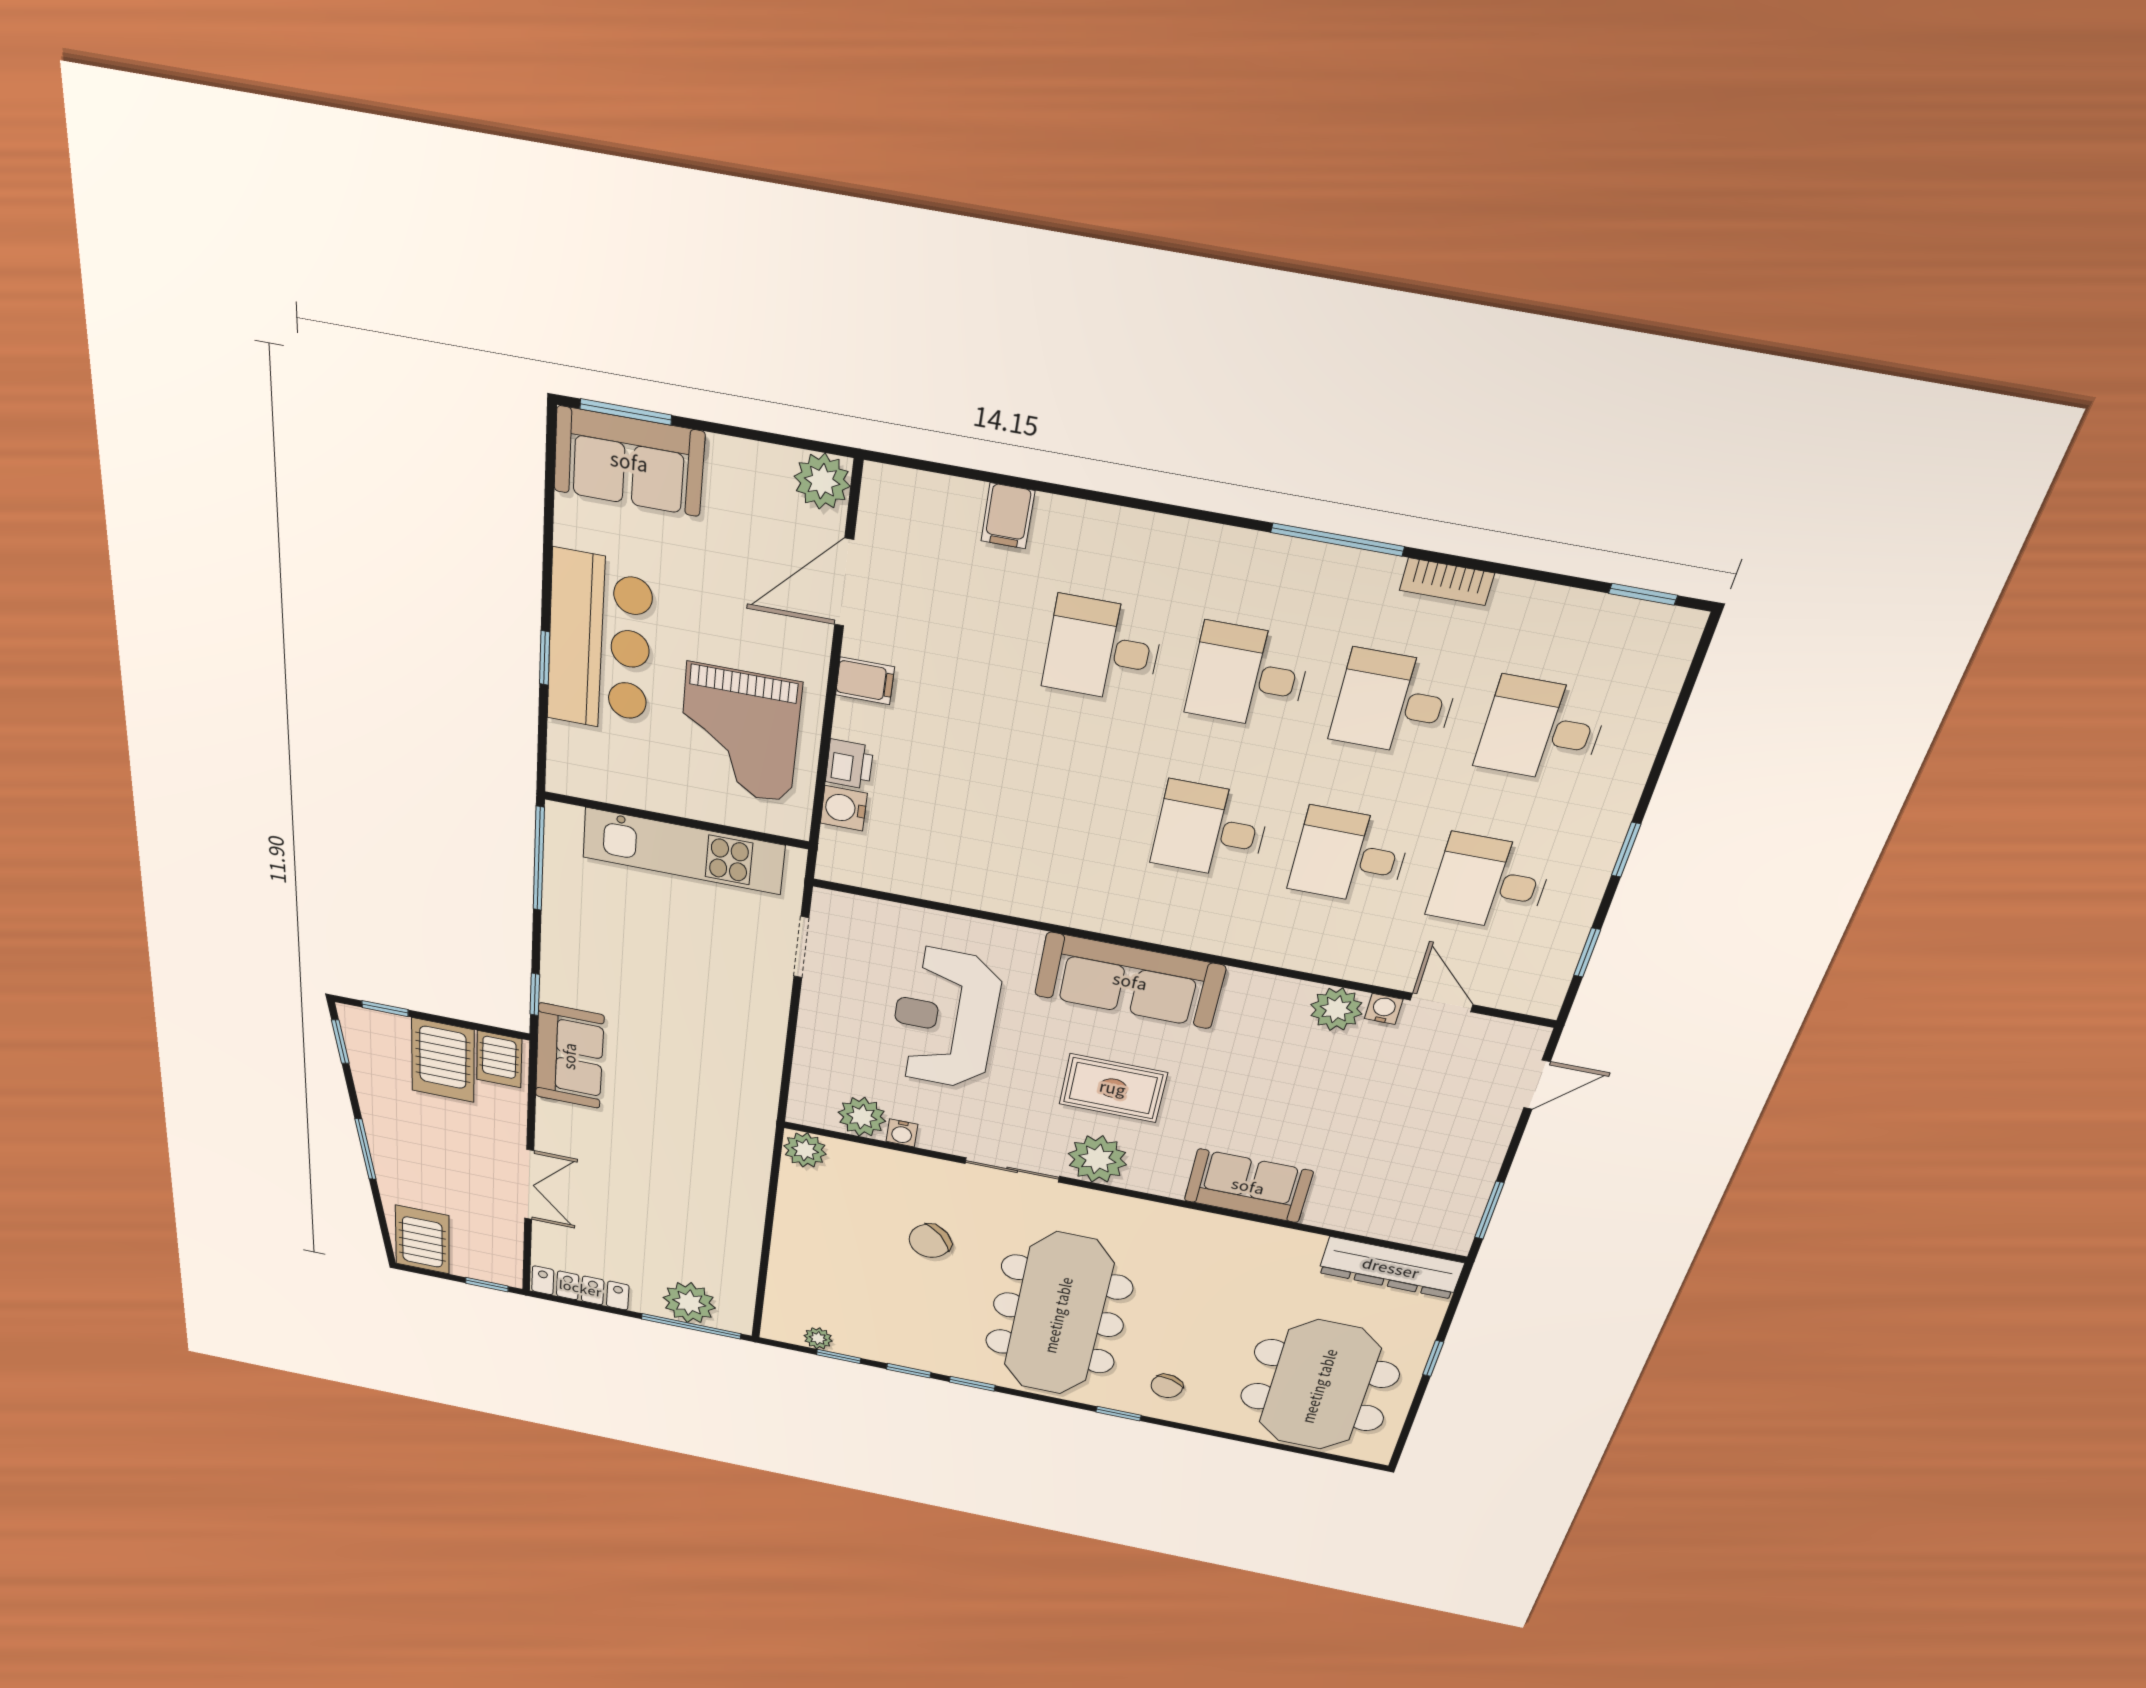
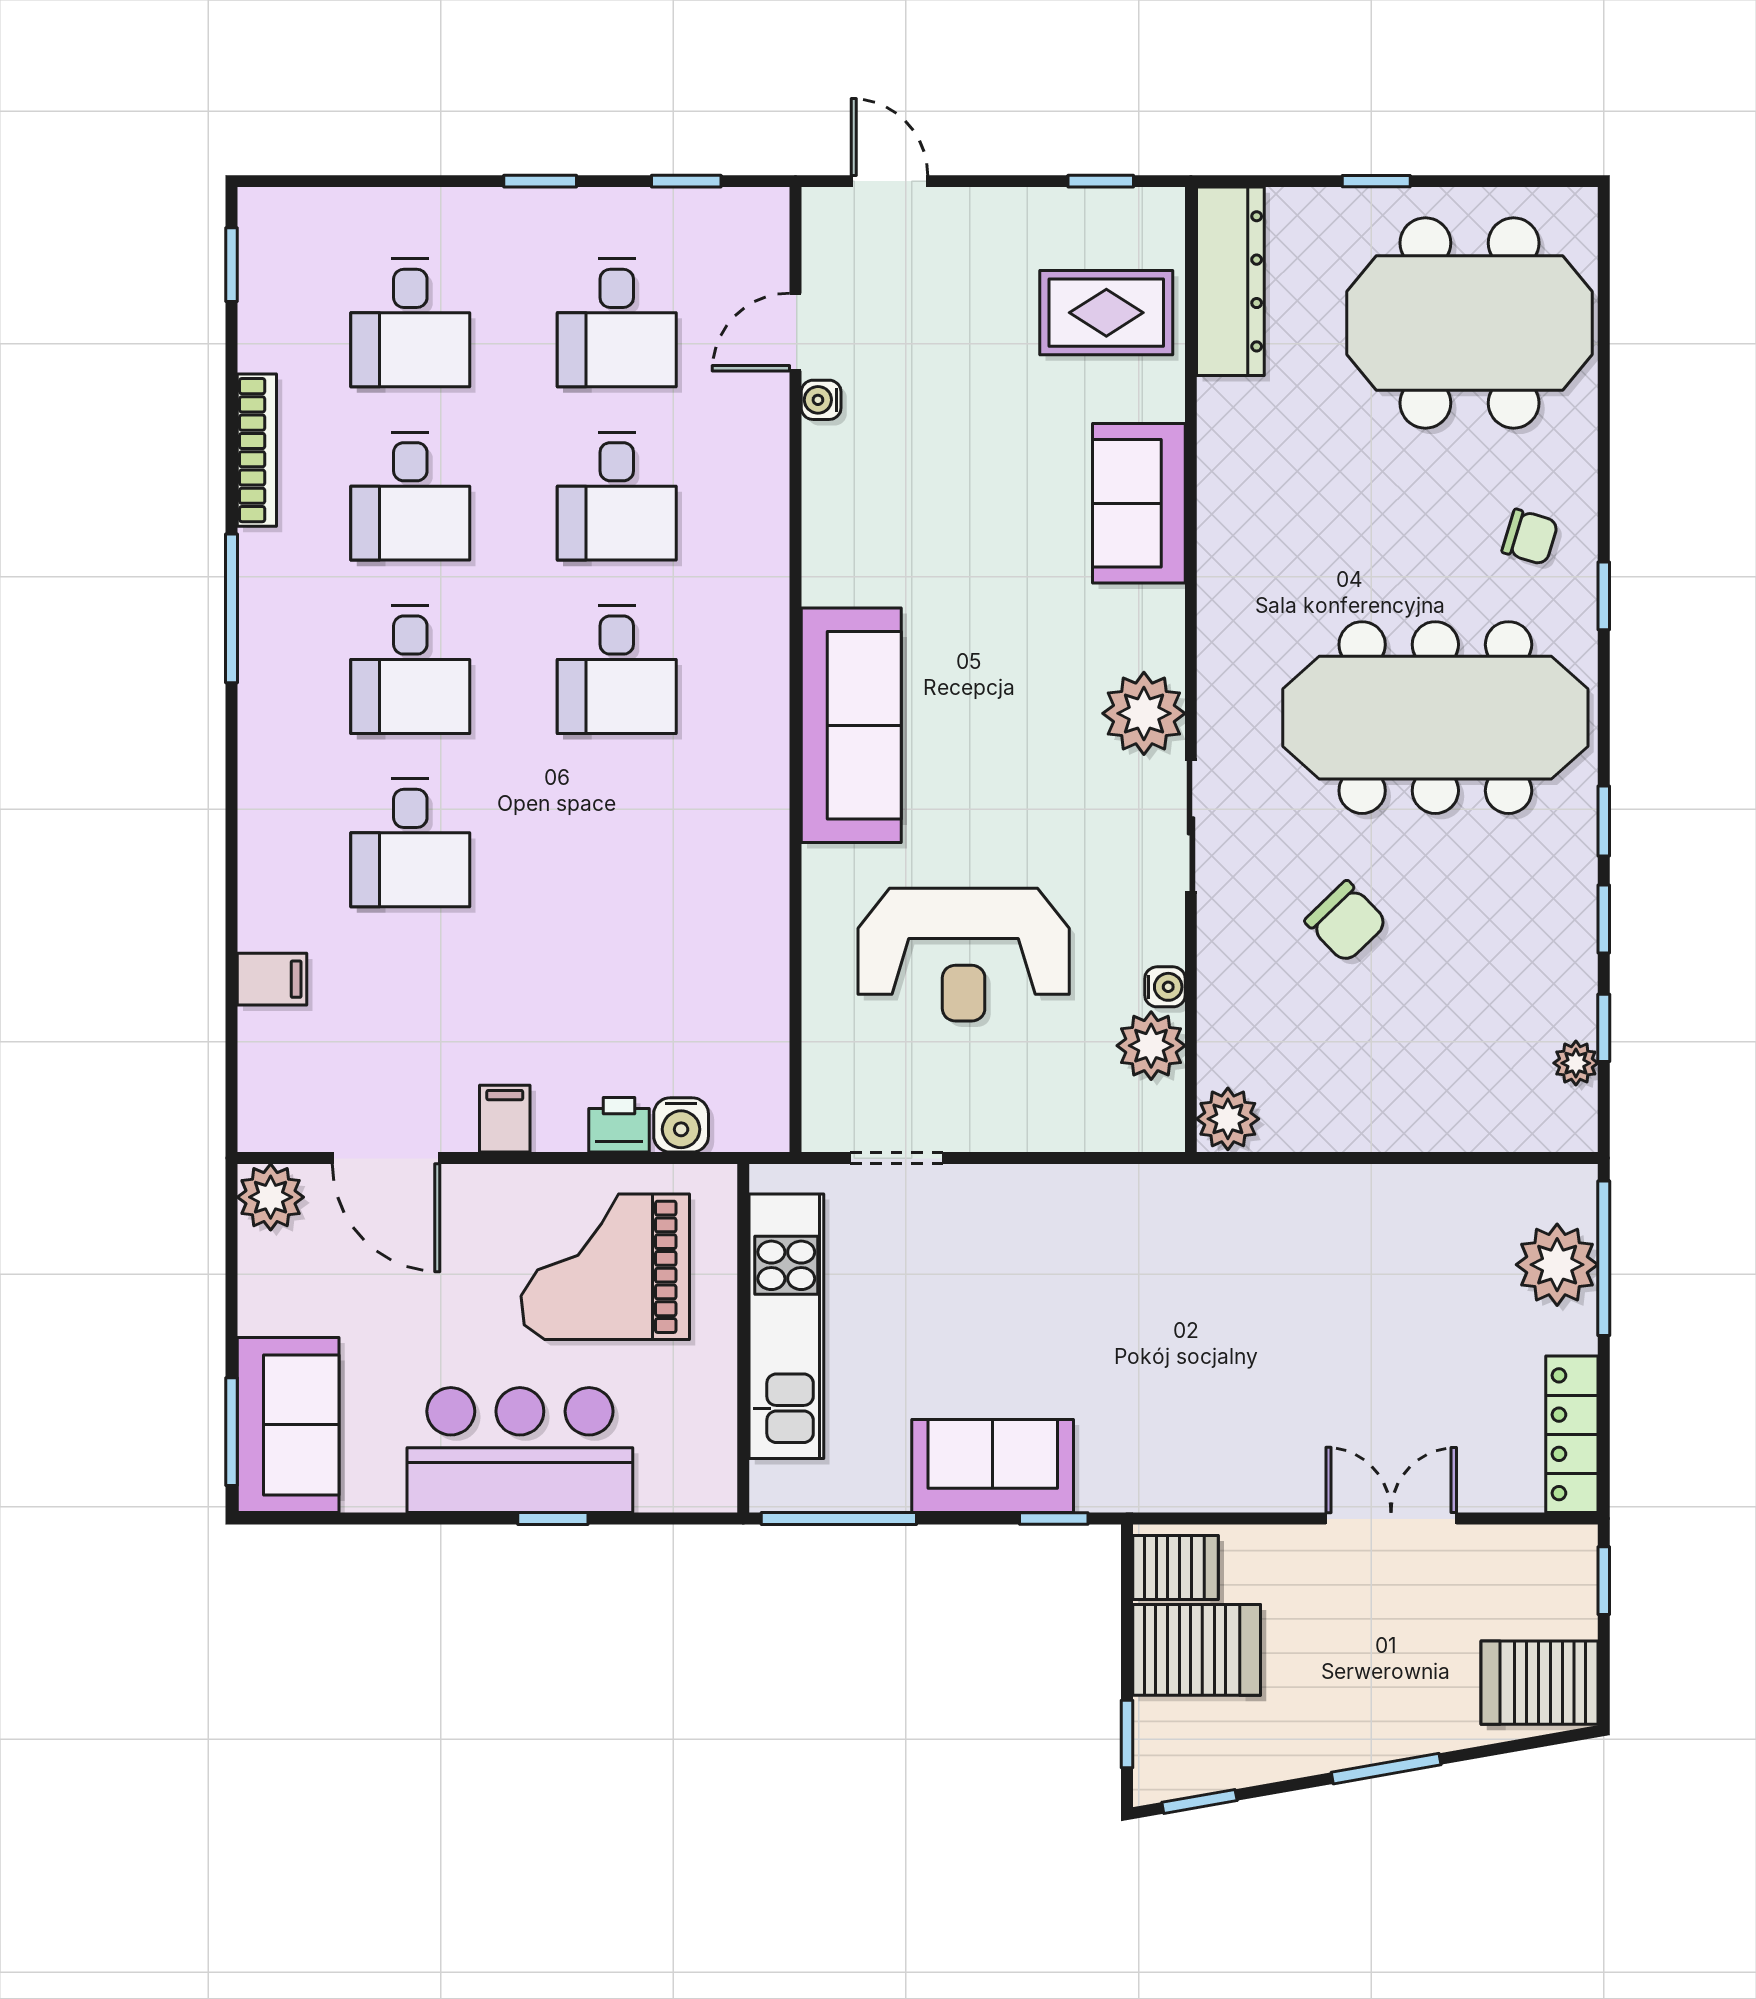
bookcase: (1447, 582) -> (257, 450), width x1.56
grand piano: (739, 733) -> (605, 1267), turned 180
plant: (1336, 1009) -> (835, 458), removed
sofa: (569, 1056) -> (993, 1466), moved
rug: (1113, 1088) -> (1106, 313), moved, turned 90
window: (1489, 1210) -> (1101, 181), width x0.67

